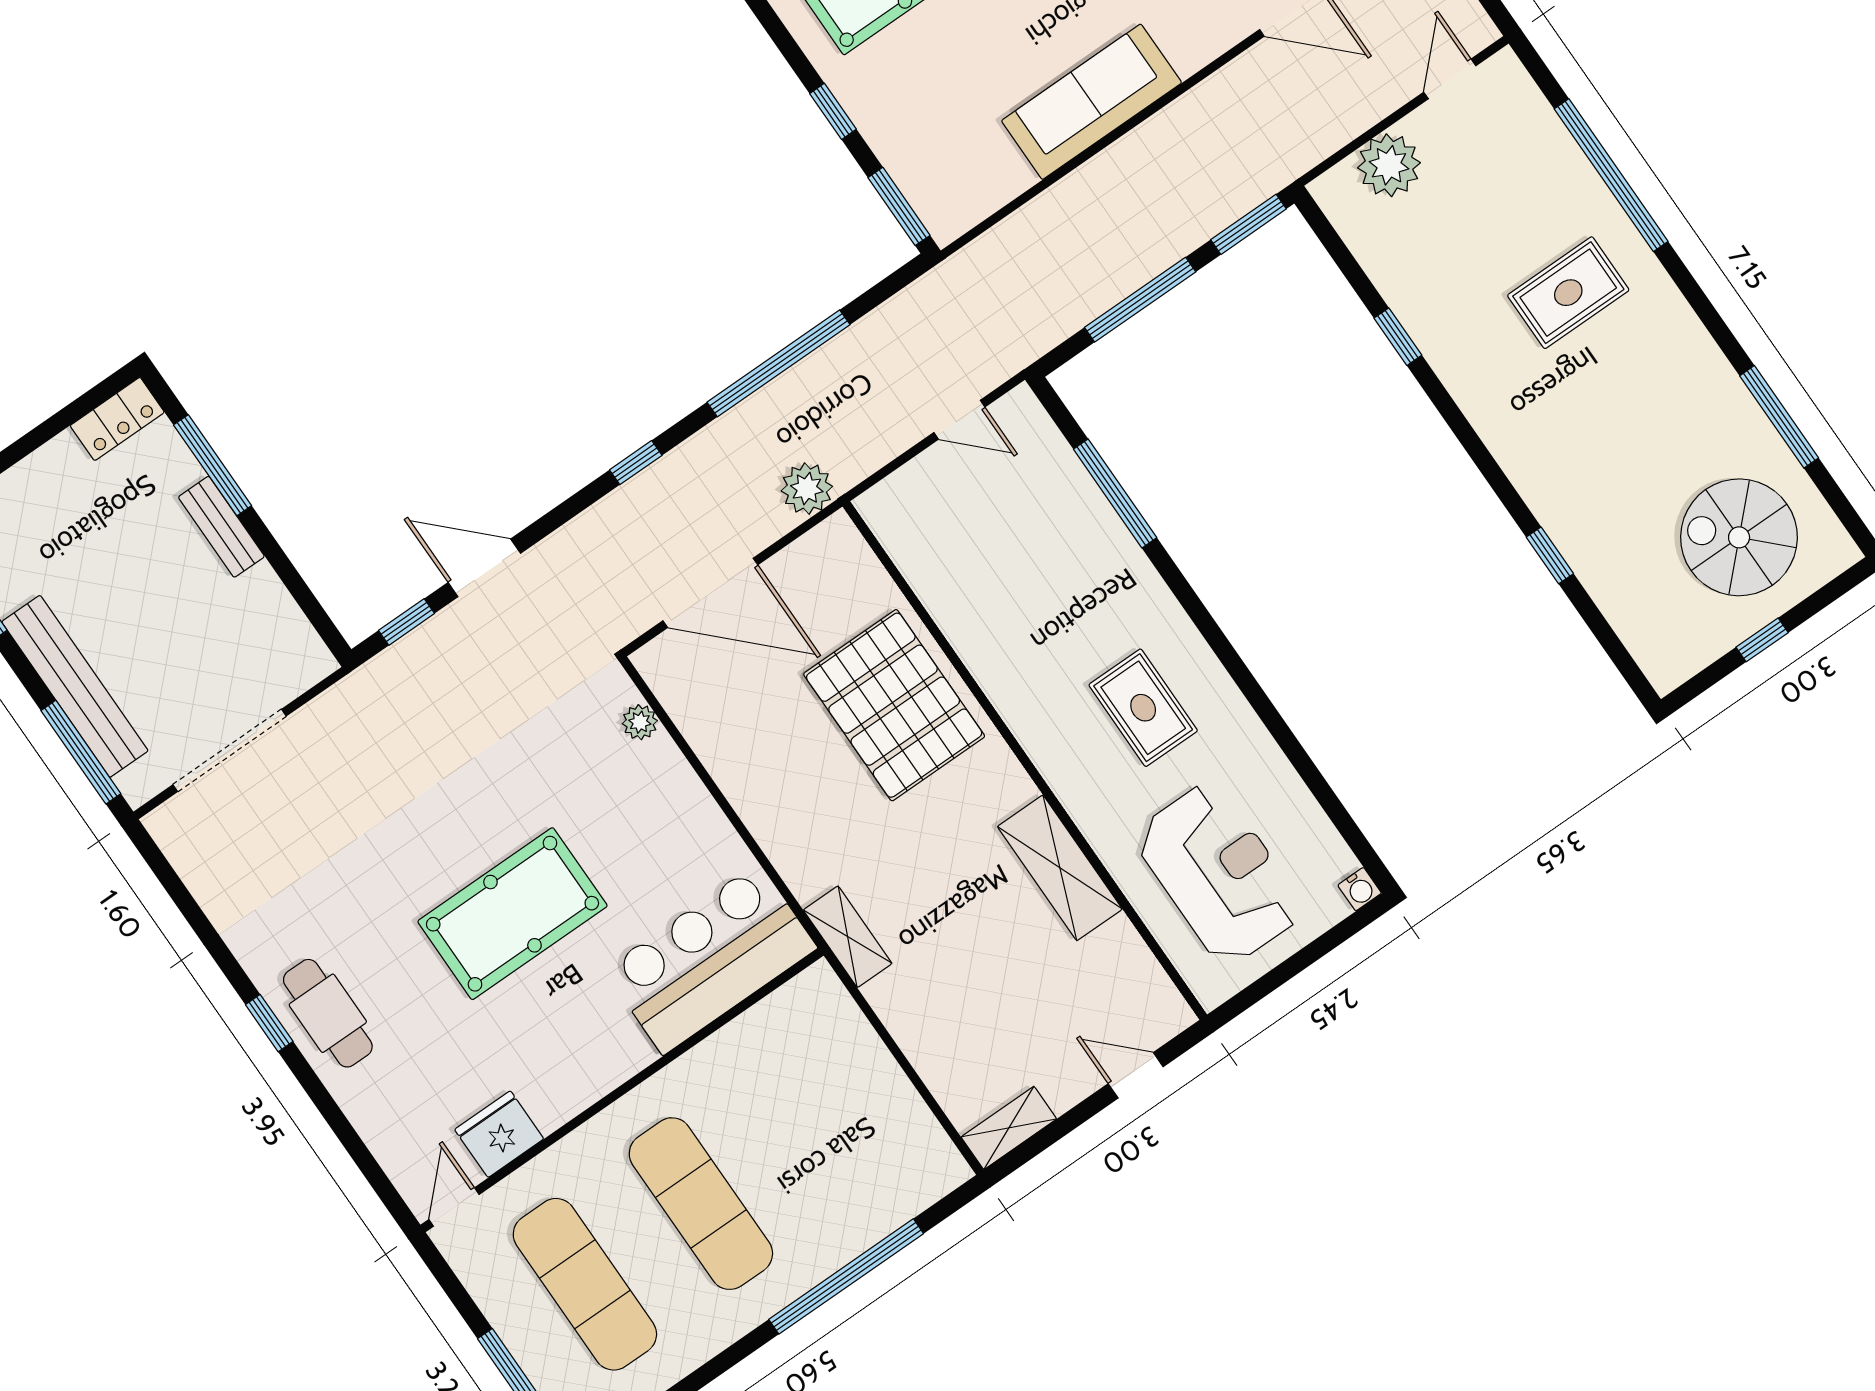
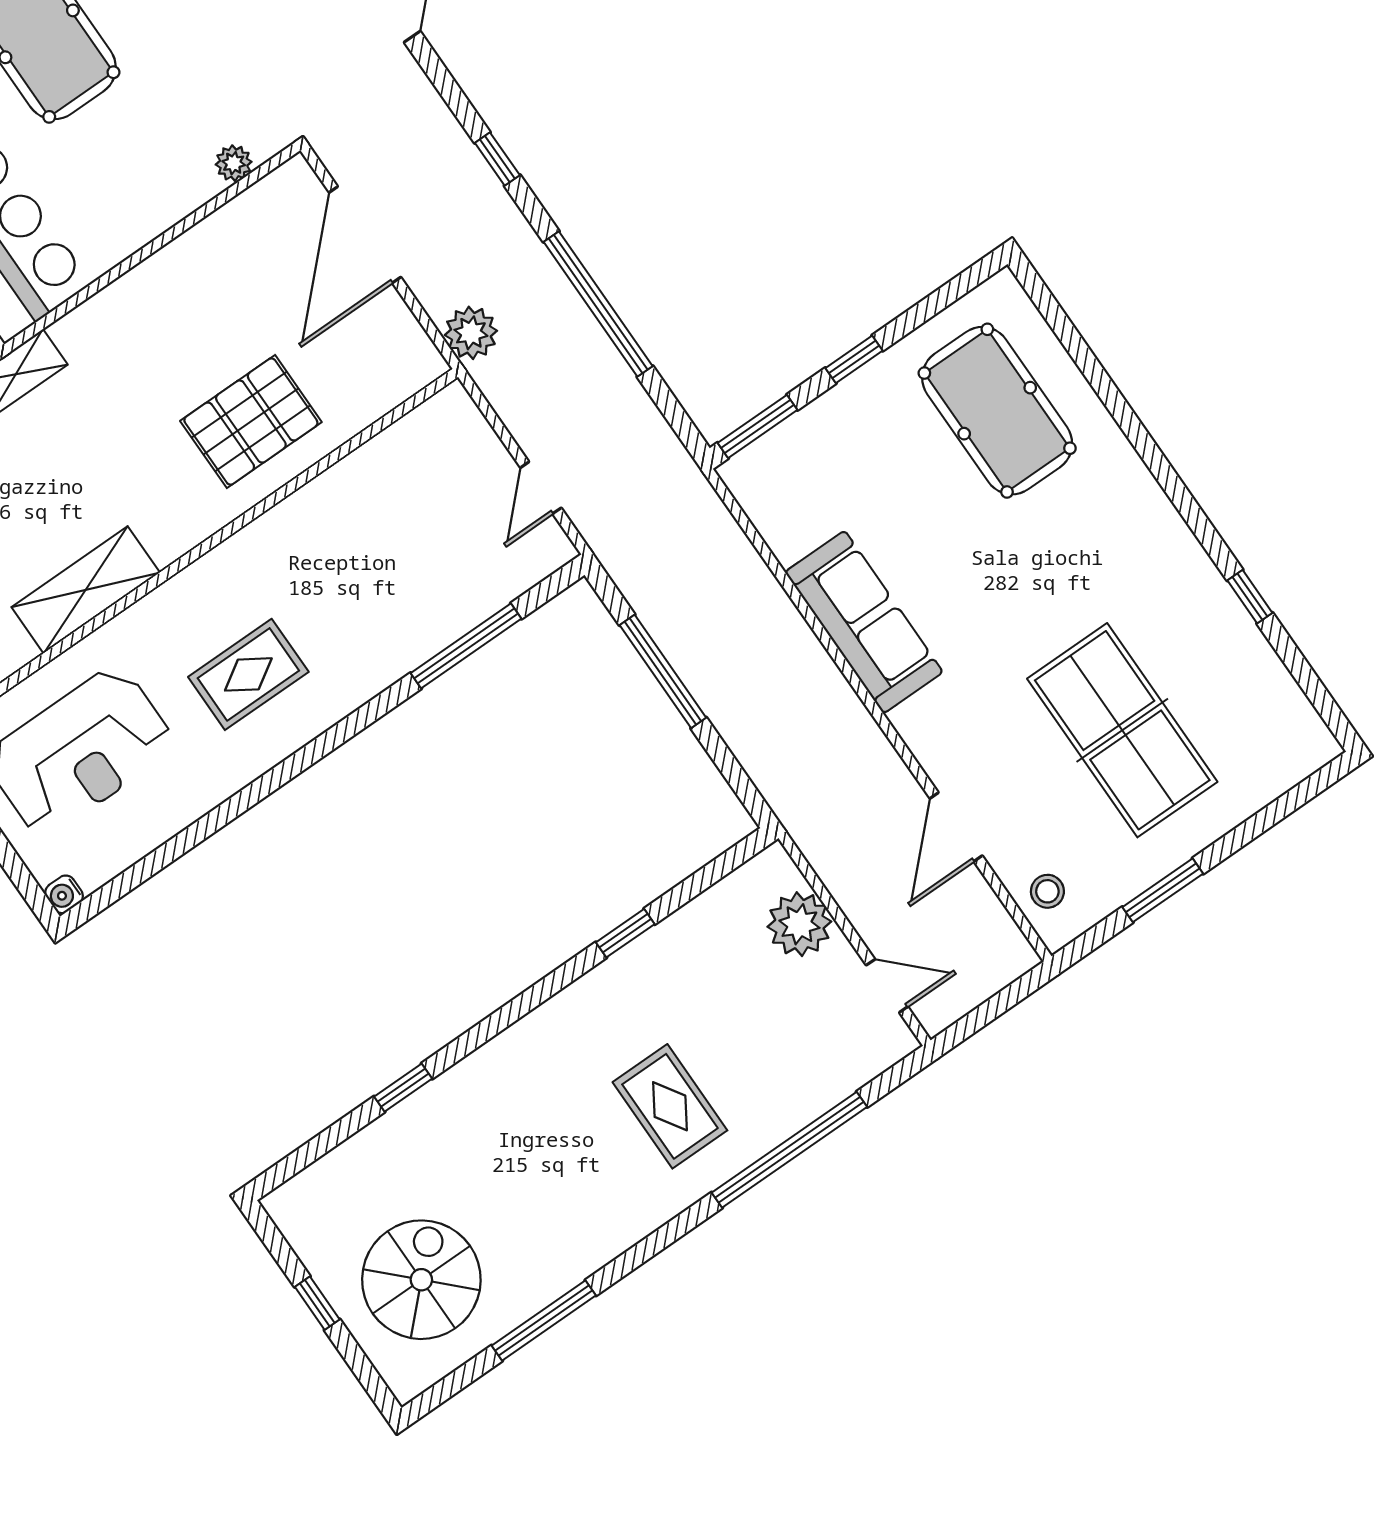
window: (1249, 224) -> (739, 781), removed
pallet: (894, 705) -> (251, 422), width x0.73, depth x0.71

